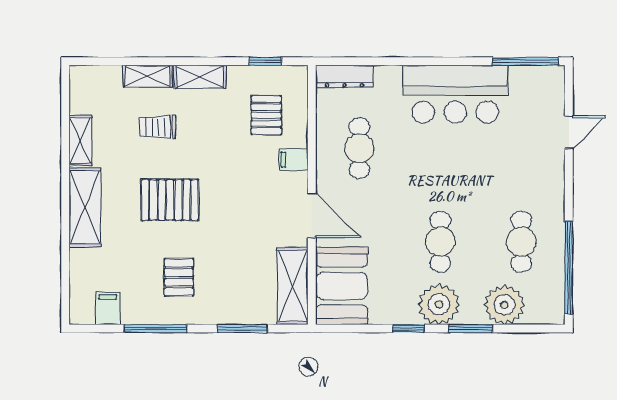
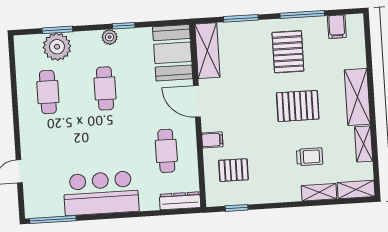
shelving: (200, 77) -> (356, 189), moved
pallet: (266, 115) -> (233, 170), turned 90
window: (569, 268) -> (13, 76), removed
pallet: (179, 277) -> (288, 52), width x1.50, depth x1.42
plant: (439, 304) -> (110, 37), width x0.53, depth x0.53
window: (471, 329) -> (57, 30), moved

